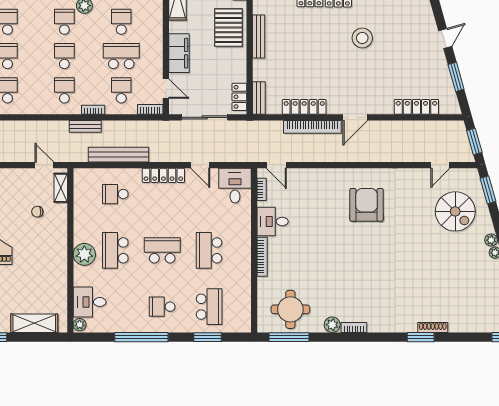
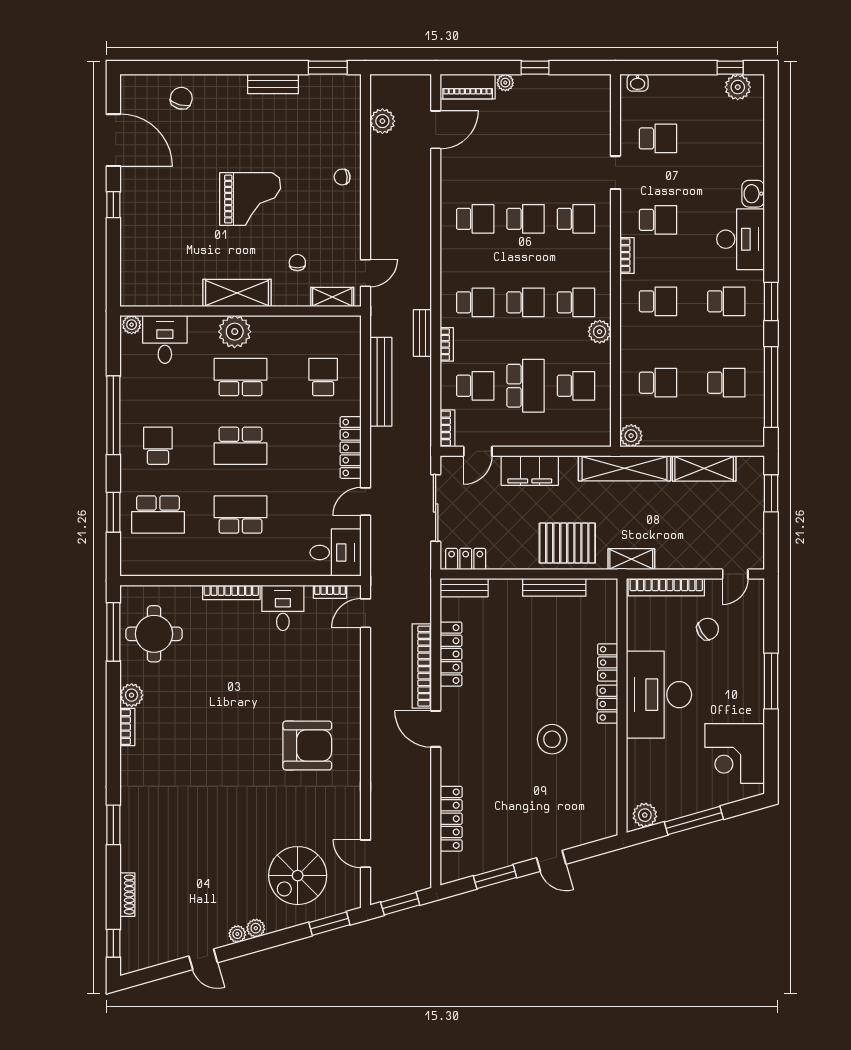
school desk: (162, 250) -> (241, 446), turned 90
shelving: (34, 323) -> (237, 293), moved, turned 90
shoe rack: (433, 328) -> (127, 895), moved

